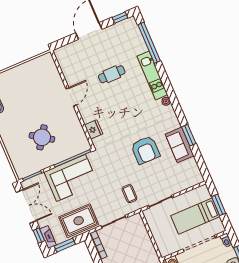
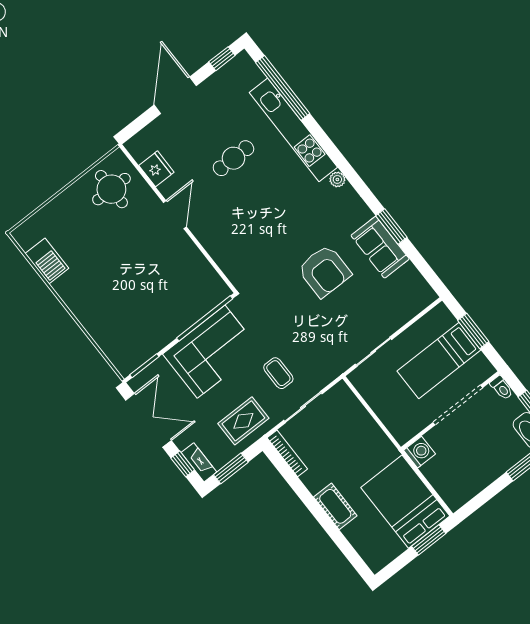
kitchen unit: (152, 75) -> (293, 130), width x1.36
fridge: (94, 129) -> (156, 169), moved
round table: (42, 137) -> (111, 189), moved, turned -34
coffee table: (129, 194) -> (278, 373), moved
rug: (79, 221) -> (243, 421), width x0.73, depth x0.70

